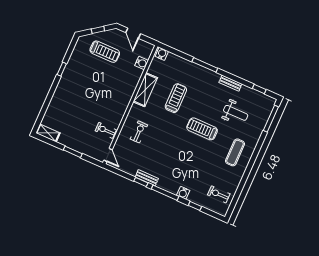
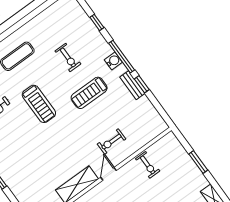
treadmill: (176, 98) -> (89, 93), moved
door: (108, 155) -> (108, 174), moved
water cooler: (183, 193) -> (113, 61), moved
exercise bike: (219, 194) -> (68, 57), moved

